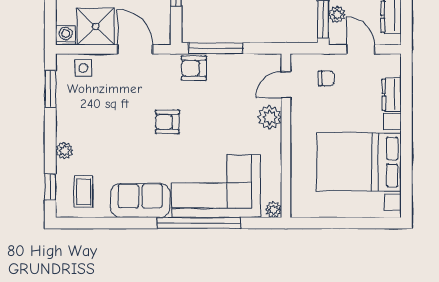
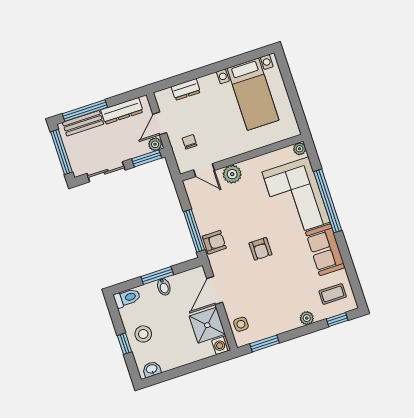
plant: (337, 15) -> (155, 144), moved
armchair: (194, 68) -> (214, 242), turned -90
bed with nightstands: (359, 162) -> (253, 94), width x0.73

